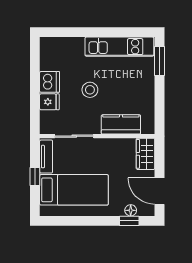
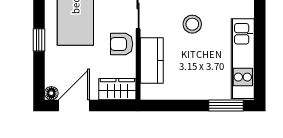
armchair: (107, 150) -> (122, 44), added
floor lamp: (131, 210) -> (51, 93), moved
window: (129, 221) -> (39, 40), moved

